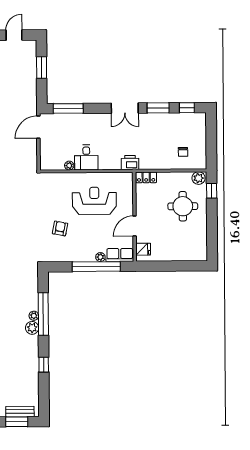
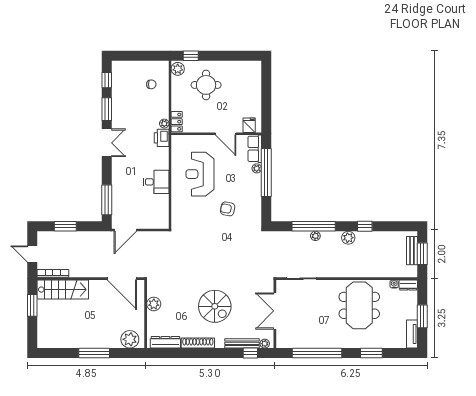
door: (38, 127) -> (125, 230), hinge flipped
plant: (69, 166) -> (164, 124), moved
plant: (32, 328) -> (348, 238), moved

